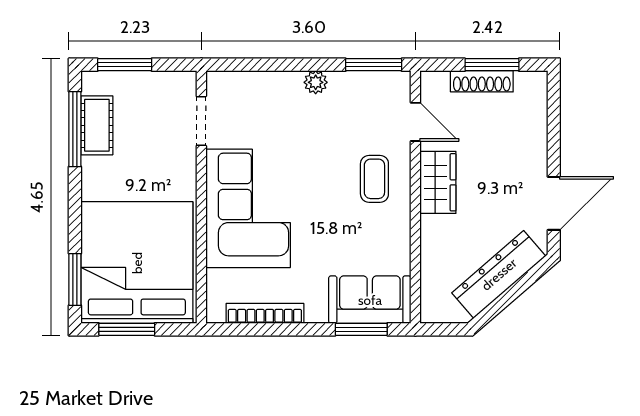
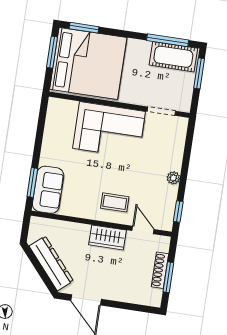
window: (374, 65) -> (178, 212), width x0.67
door: (415, 122) -> (143, 230), swing flipped
cot: (97, 125) -> (173, 57), width x1.37, depth x1.34
bookcase: (265, 313) -> (49, 130), removed

